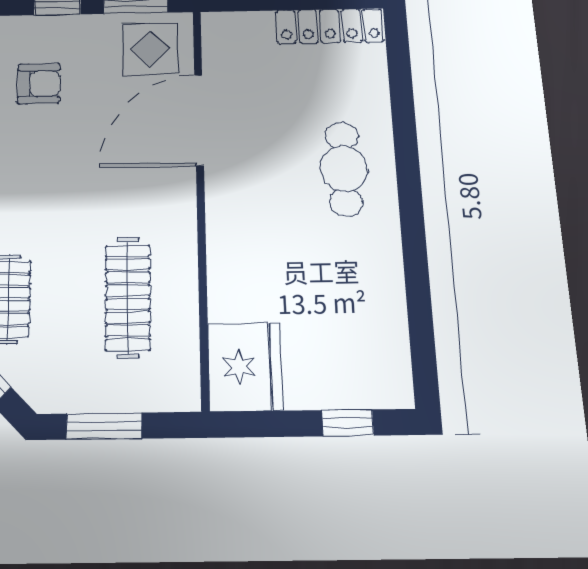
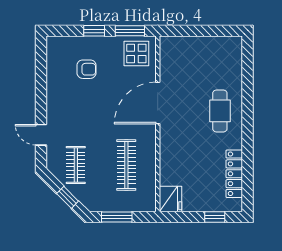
locker: (330, 26) -> (234, 174), moved, turned 90
door: (199, 120) -> (158, 103), moved
fridge: (245, 367) -> (170, 199), width x0.73, depth x0.75

